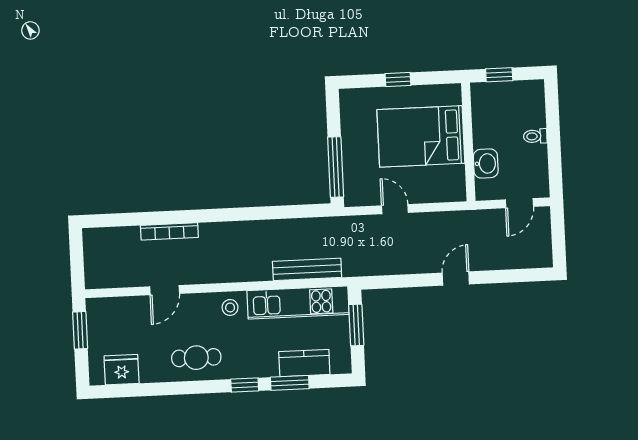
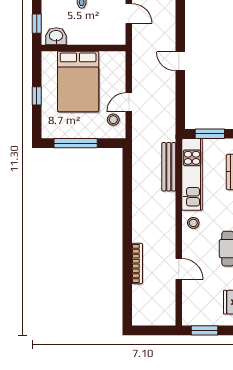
washbasin: (486, 163) -> (56, 36), moved
window: (336, 167) -> (76, 143), moved
stool: (370, 188) -> (113, 120), added

